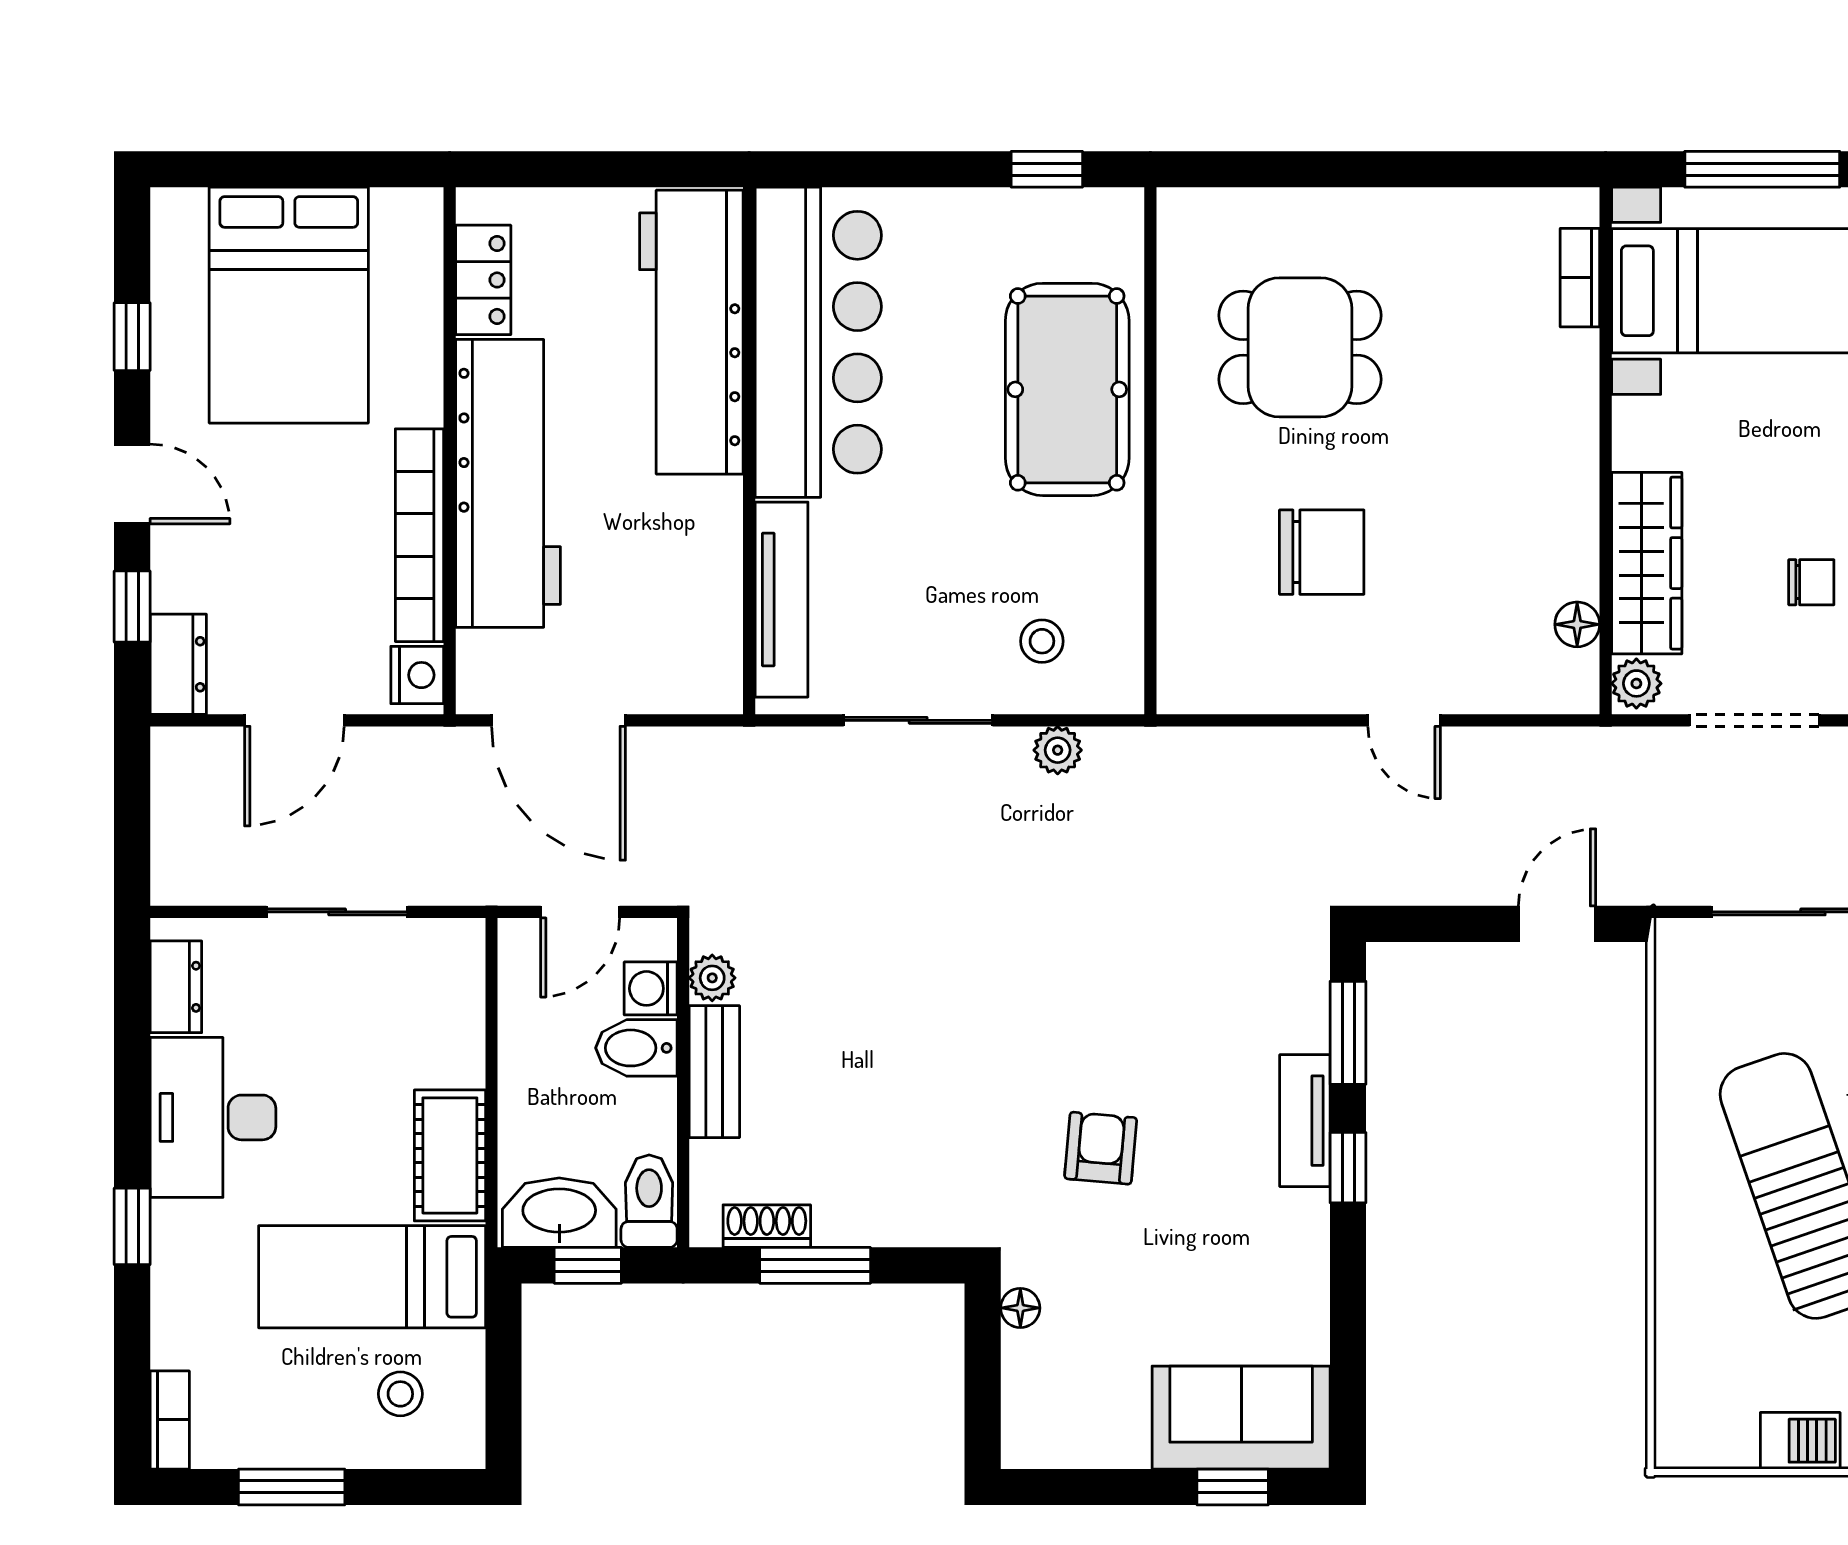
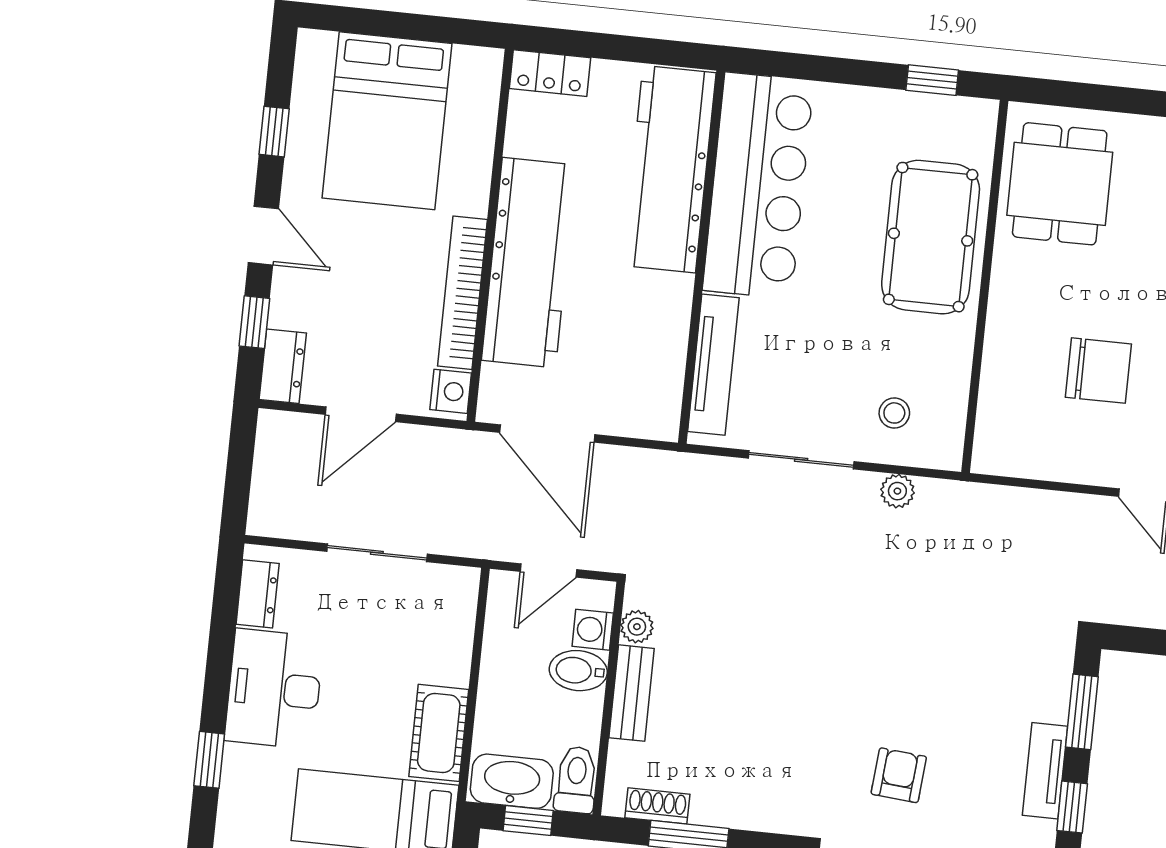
locker: (483, 280) -> (550, 73), moved, turned 90
dining table: (1300, 347) -> (1060, 184), moved, turned 90

